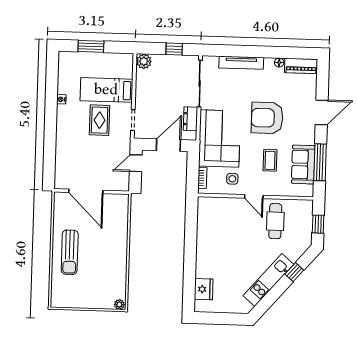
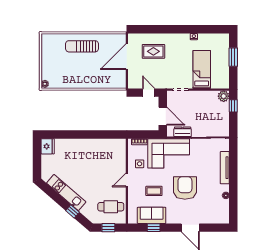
window: (174, 49) -> (233, 106), moved
piano: (301, 66) -> (224, 212), removed
rug: (100, 120) -> (153, 51), moved
window: (320, 162) -> (154, 228), width x0.46
cafe table: (275, 221) -> (111, 207), moved
fridge: (204, 289) -> (48, 146), moved, turned -90

